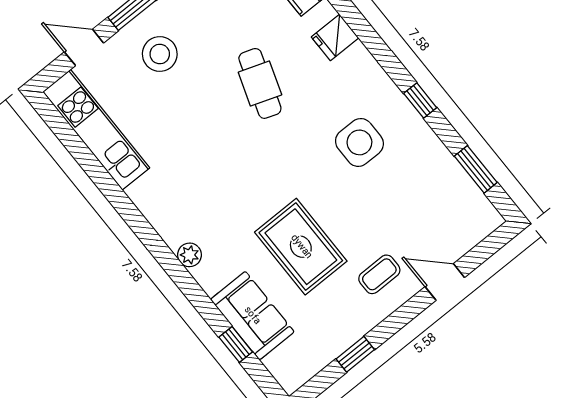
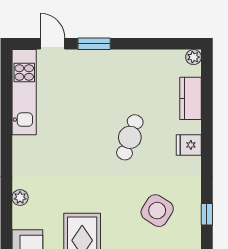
stool: (160, 54) -> (90, 79), removed
side table: (359, 142) -> (157, 211), turned 32

